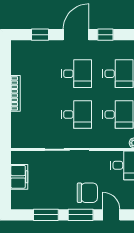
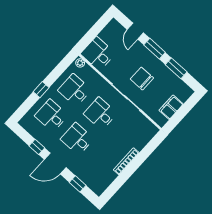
chair: (87, 193) -> (142, 79), moved

